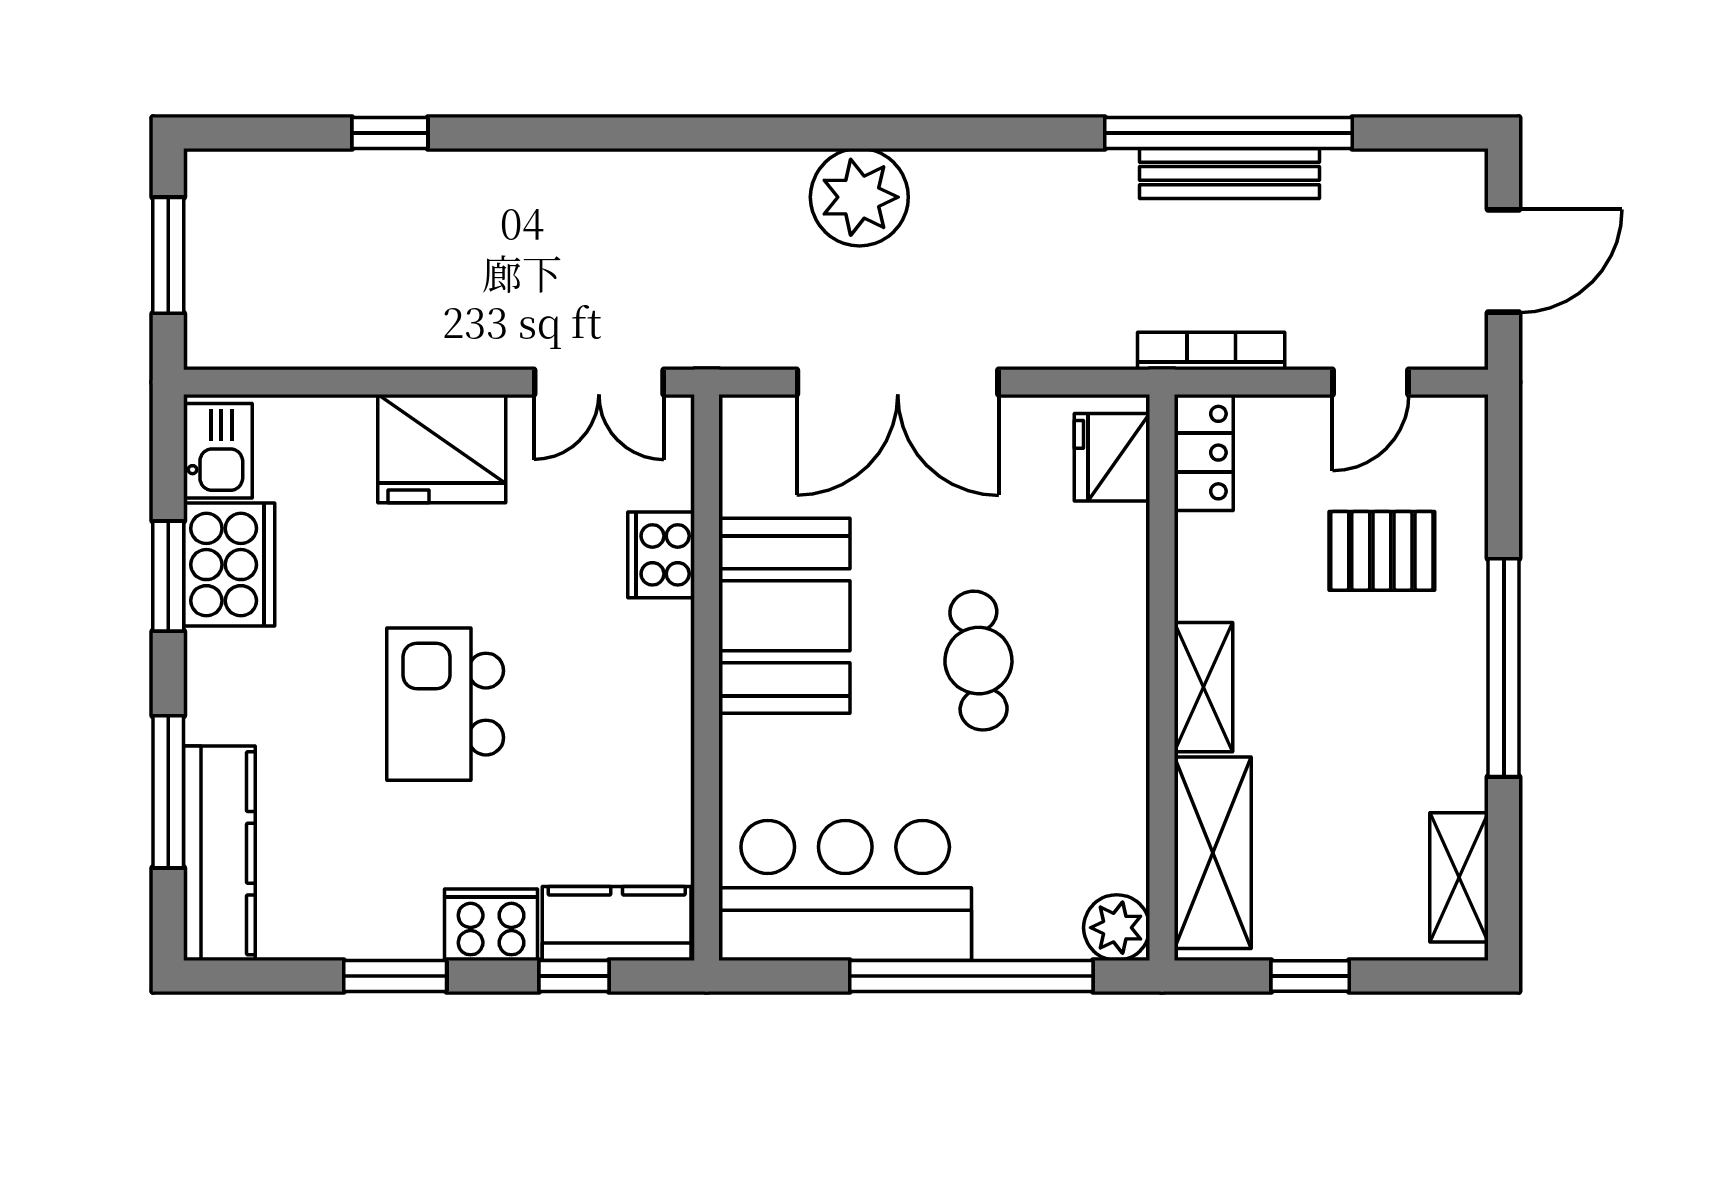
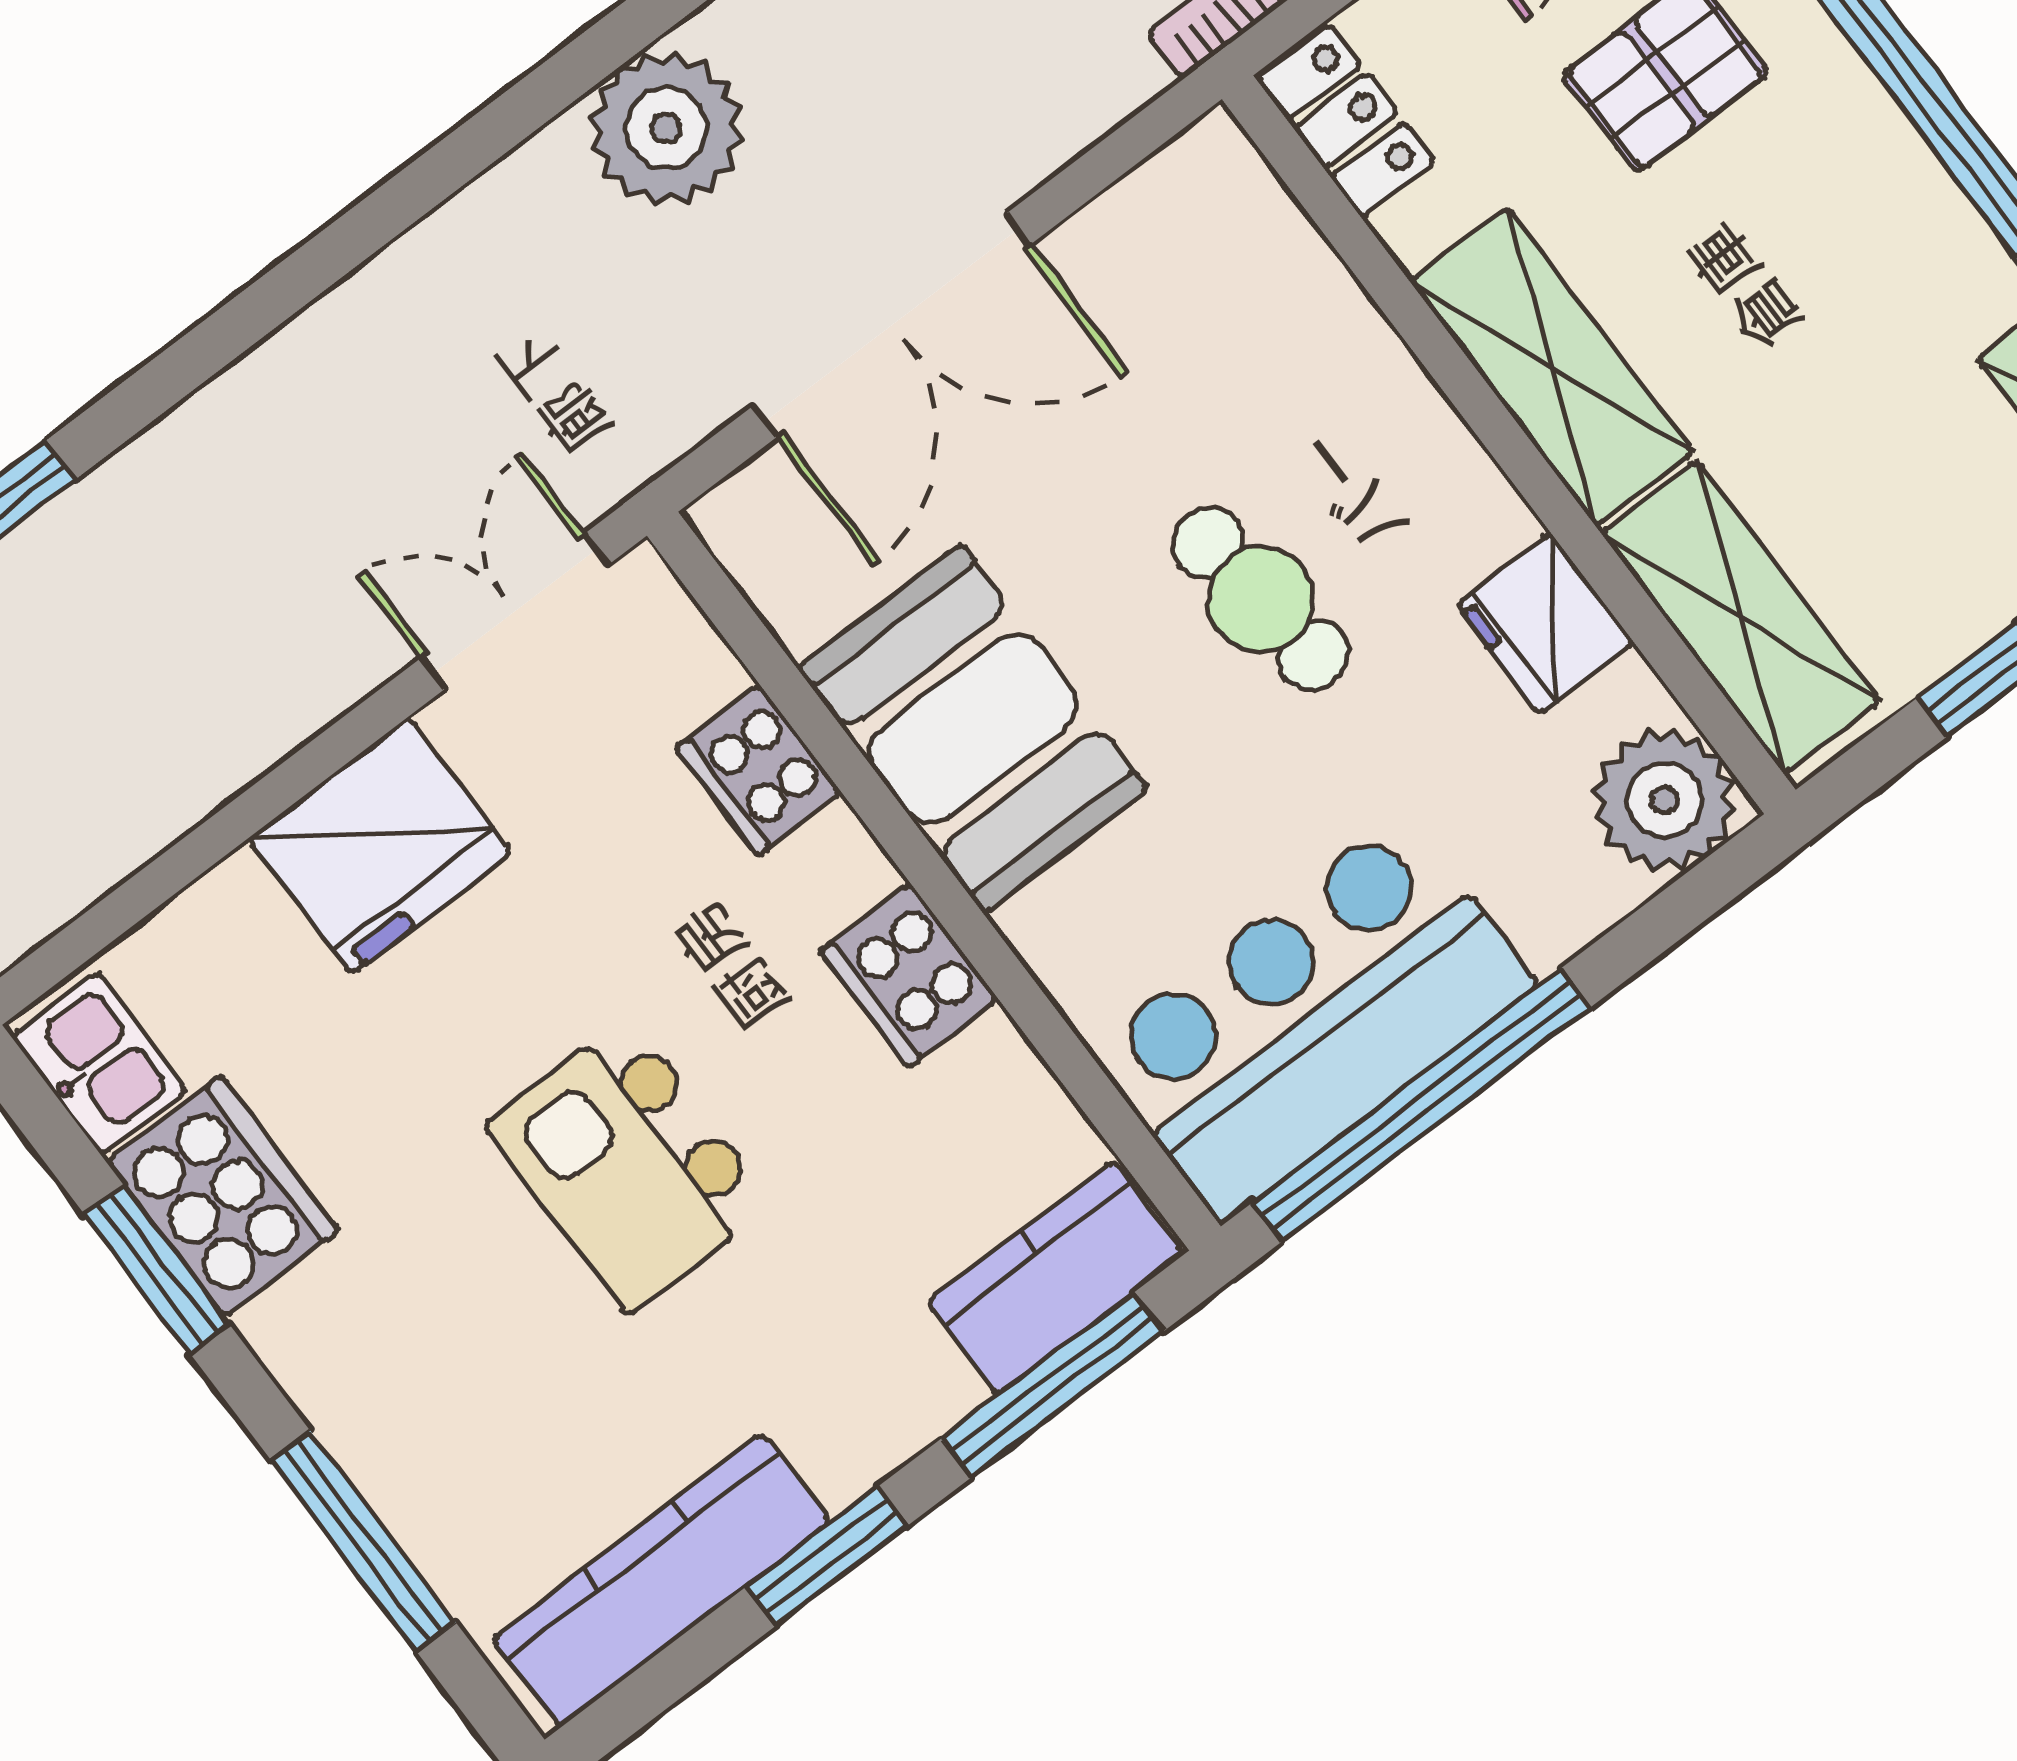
double door: (599, 382) -> (515, 612), swing flipped
fridge: (1112, 457) -> (1545, 624), moved
shelving: (1204, 687) -> (1551, 367), width x1.50, depth x1.33
kitchen counter: (219, 853) -> (661, 1580), moved, turned -90
cooker: (491, 925) -> (909, 975), moved, turned -90
plant: (1117, 928) -> (1665, 800), width x1.36, depth x1.36
window: (574, 976) -> (1052, 1385), width x2.17
window: (971, 976) -> (1421, 1105), moved

